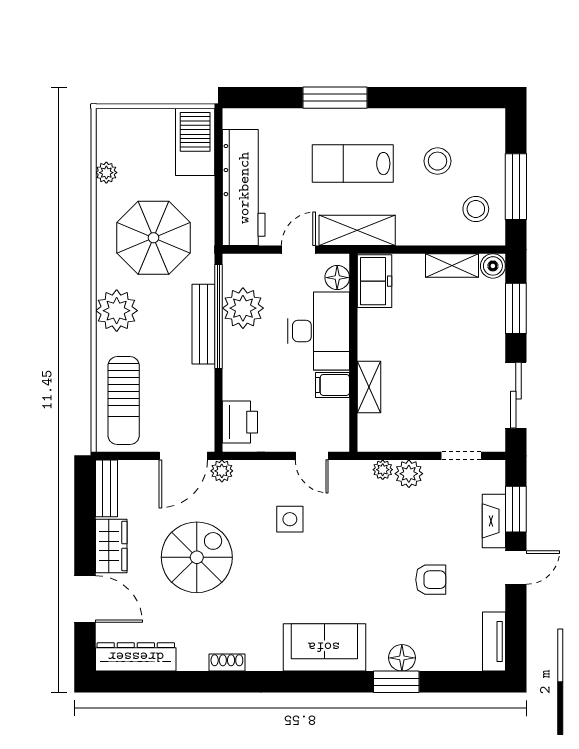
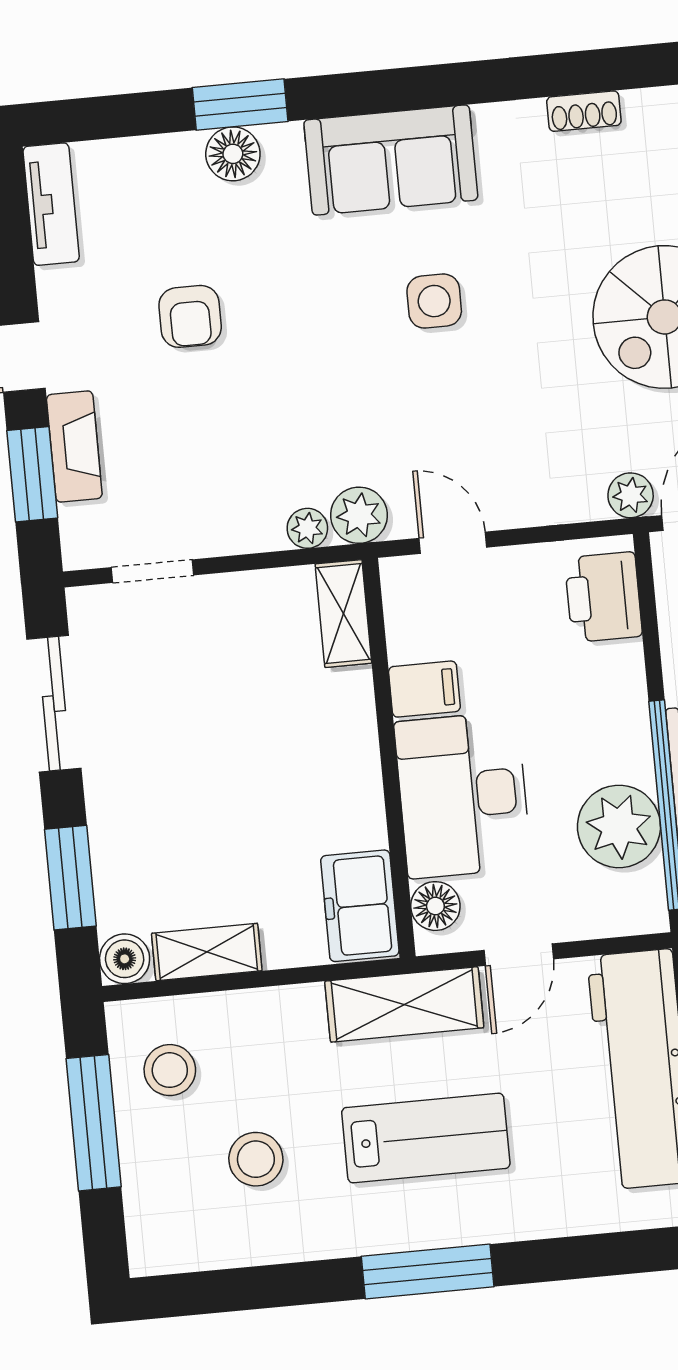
window: (335, 98) -> (428, 1271), moved
shelving: (369, 387) -> (343, 614), moved
plant: (409, 474) -> (359, 515), moved
side table: (290, 519) -> (434, 301), moved
armchair: (431, 580) -> (190, 316), turned -90

